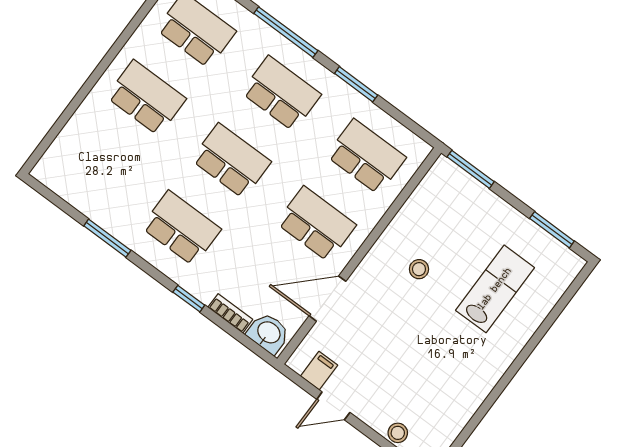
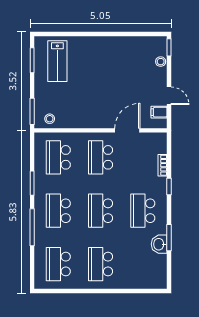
stool: (419, 269) -> (50, 119), moved
lab bench: (495, 289) -> (57, 61), moved, turned -90
door: (327, 299) -> (127, 130), swing flipped
washbasin: (268, 333) -> (159, 244), moved

